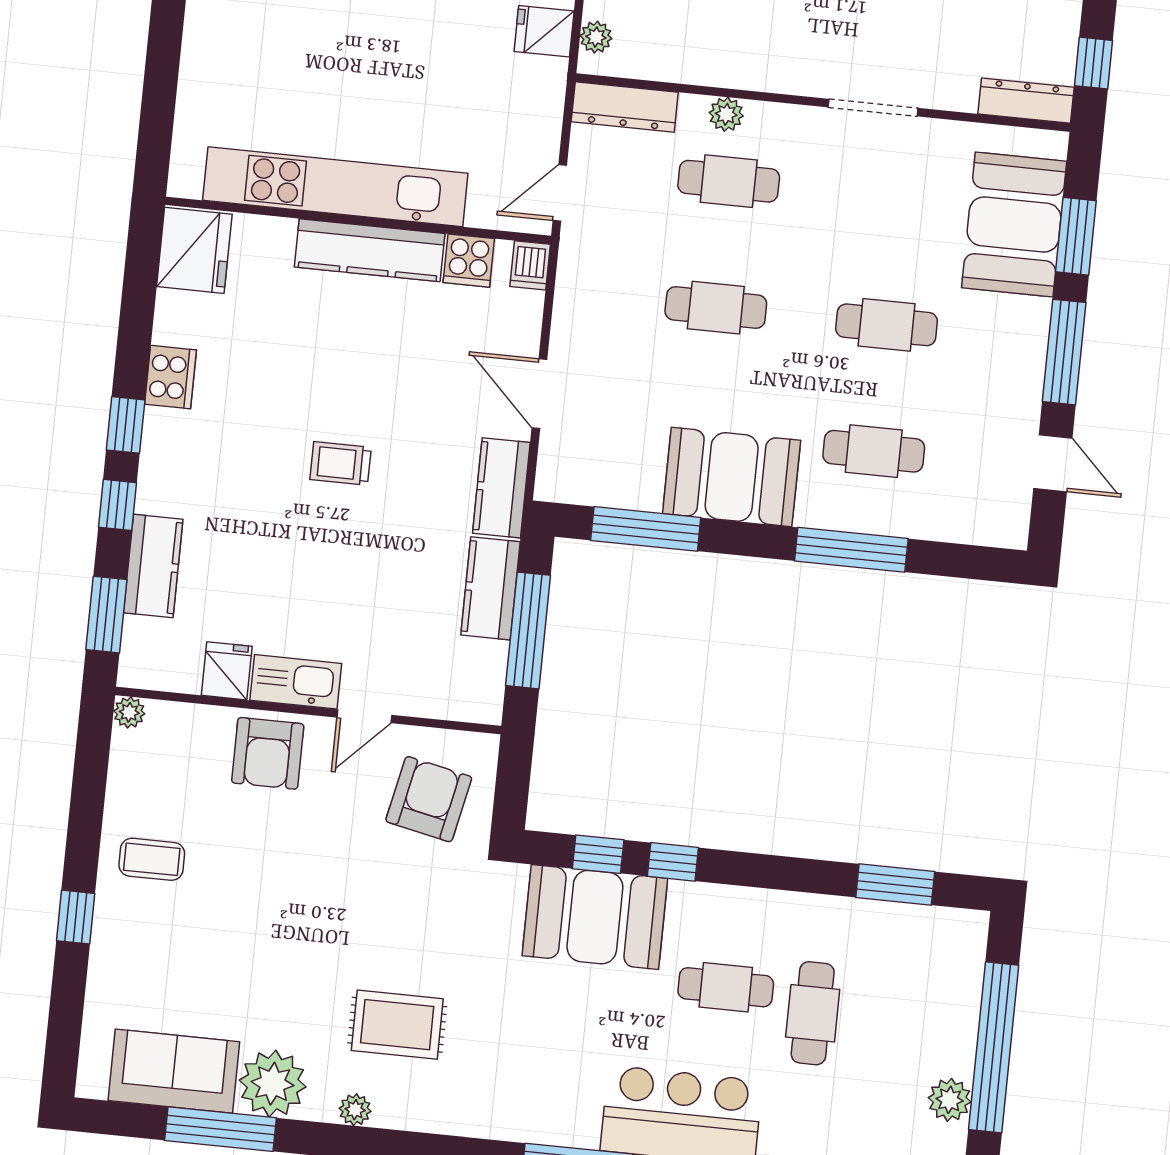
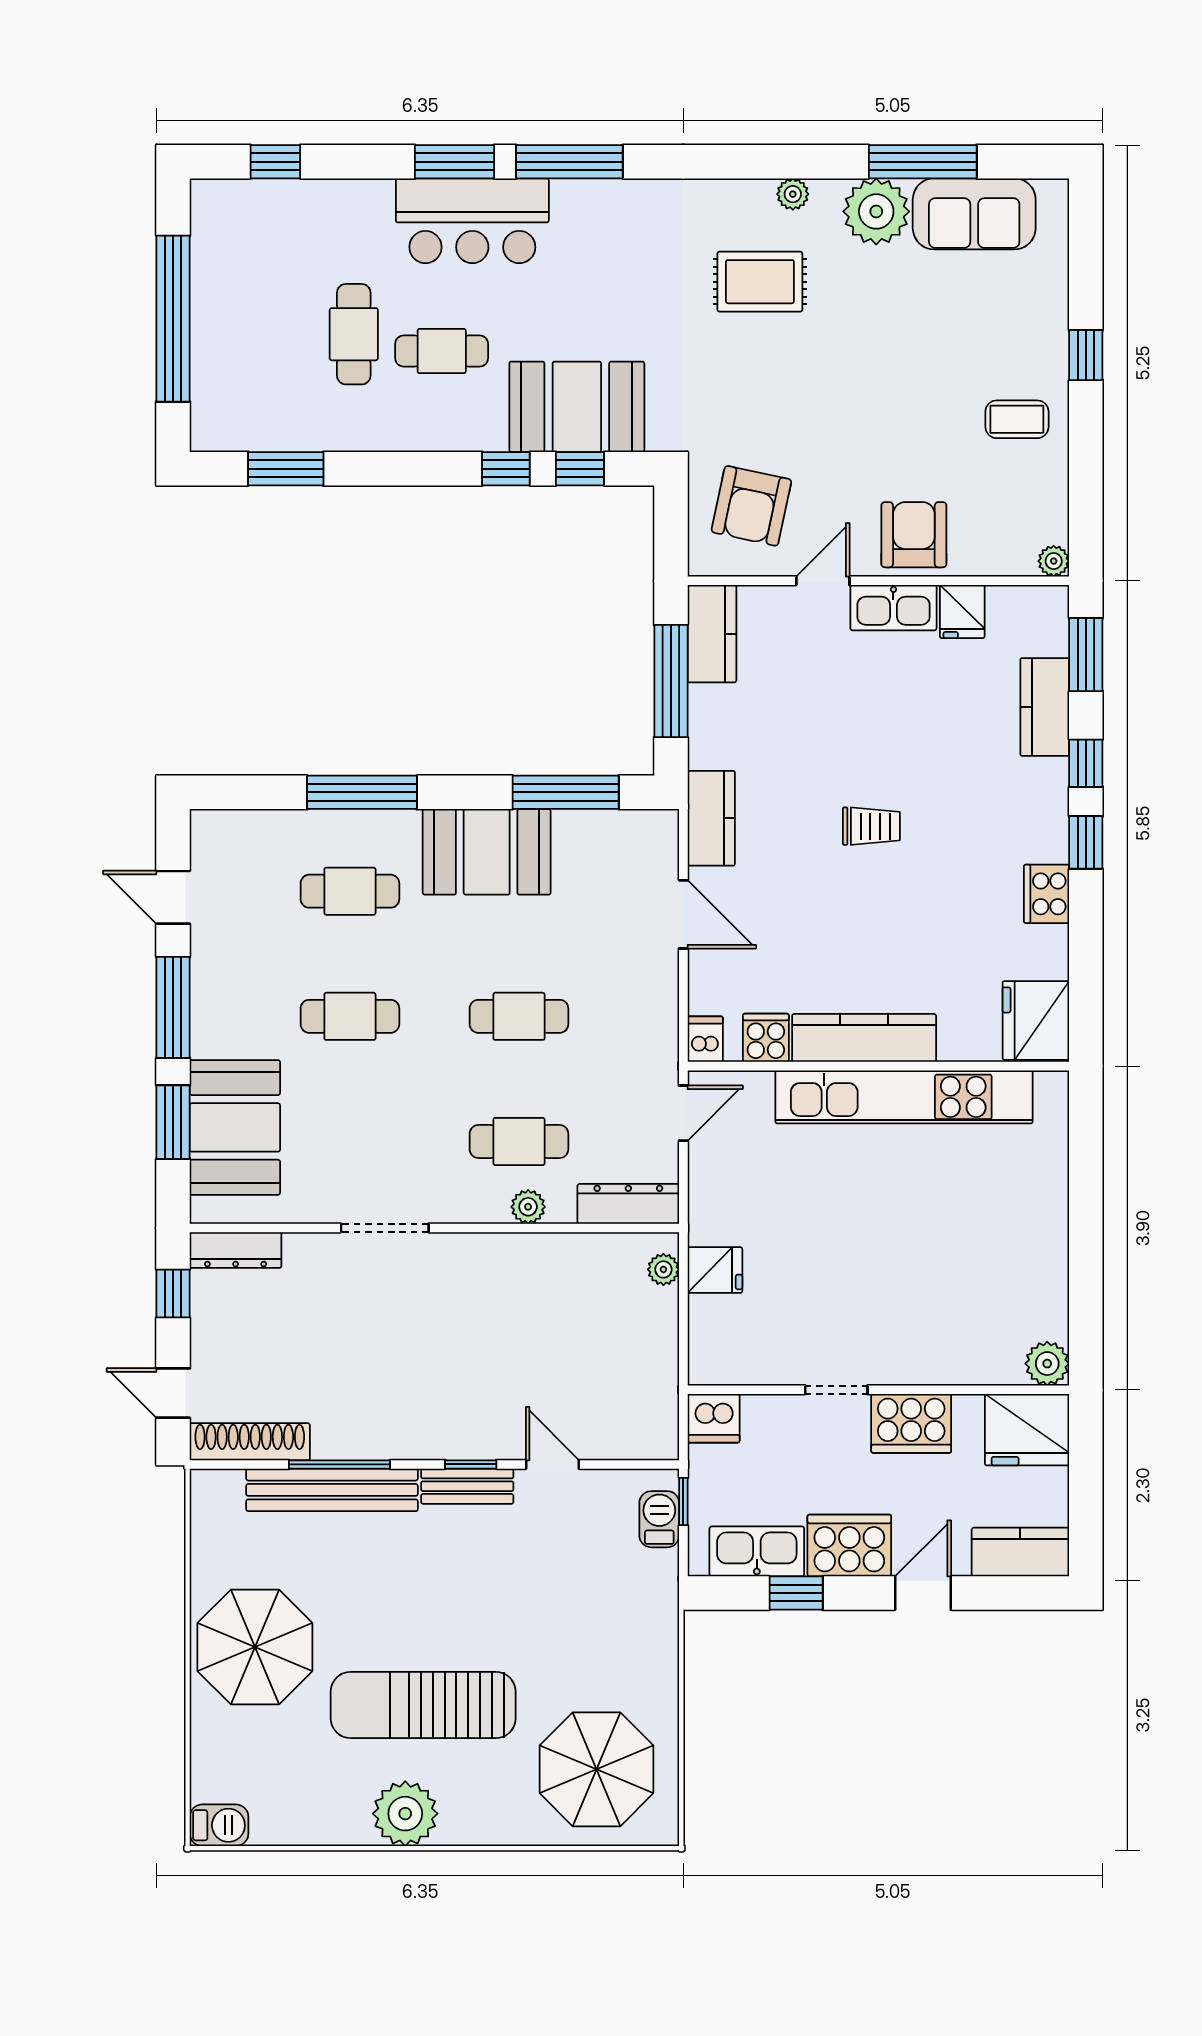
kitchen counter: (490, 588) -> (712, 634), moved
plant: (950, 1100) -> (211, 263), removed

